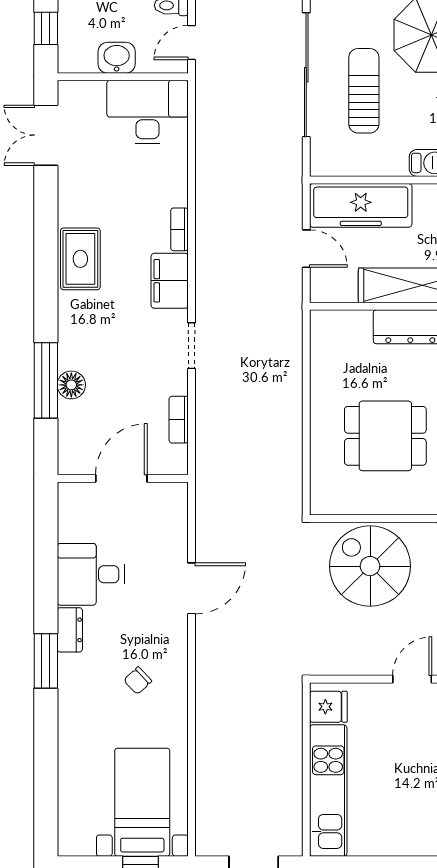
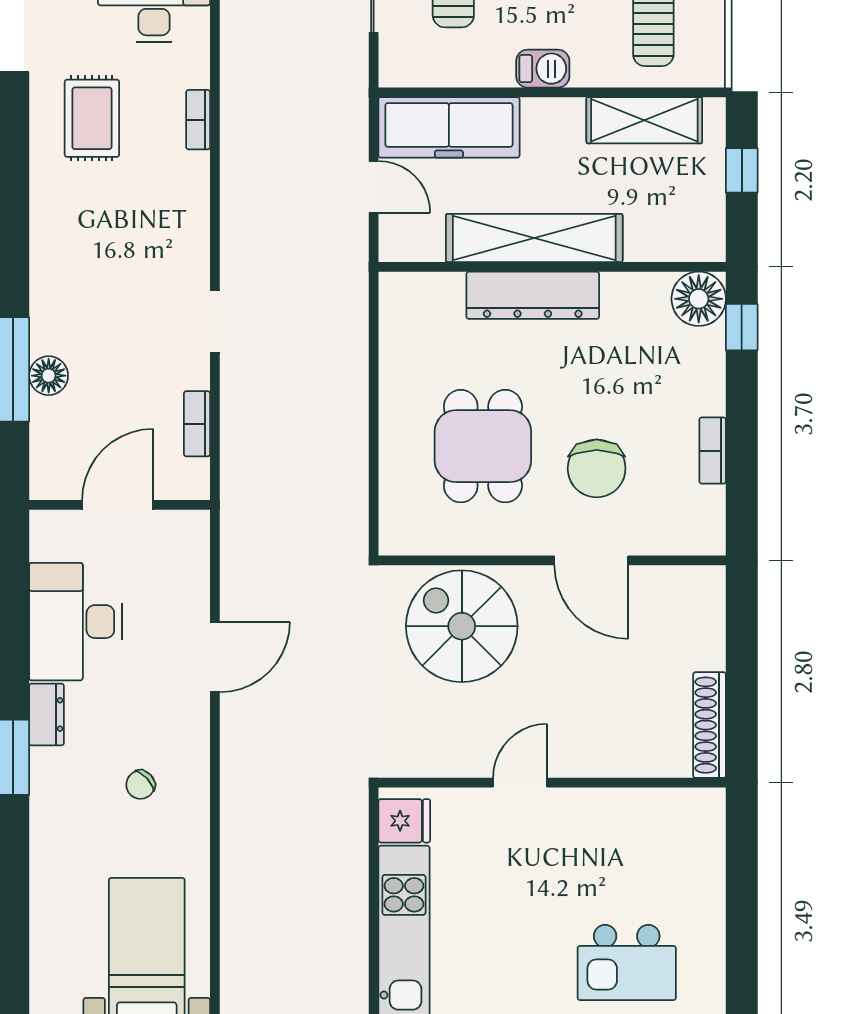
bookcase: (179, 229) -> (198, 120), moved
rug: (80, 259) -> (92, 118), moved
filing cabinet: (170, 281) -> (185, 232), removed
dining table: (385, 436) -> (483, 446), turned 90
desk: (91, 574) -> (75, 622), width x1.37

